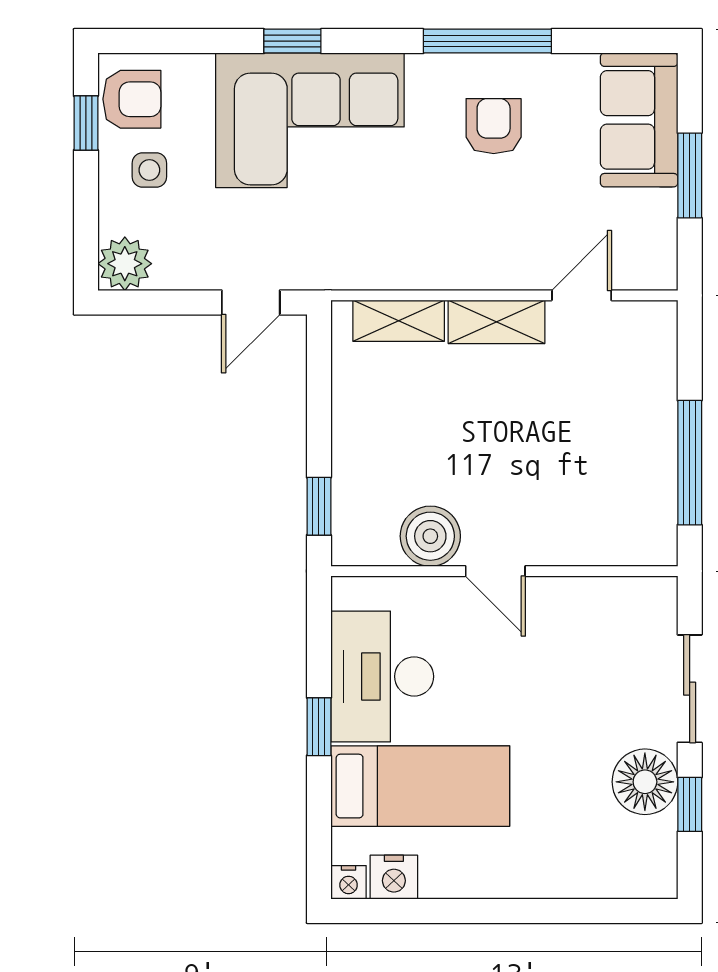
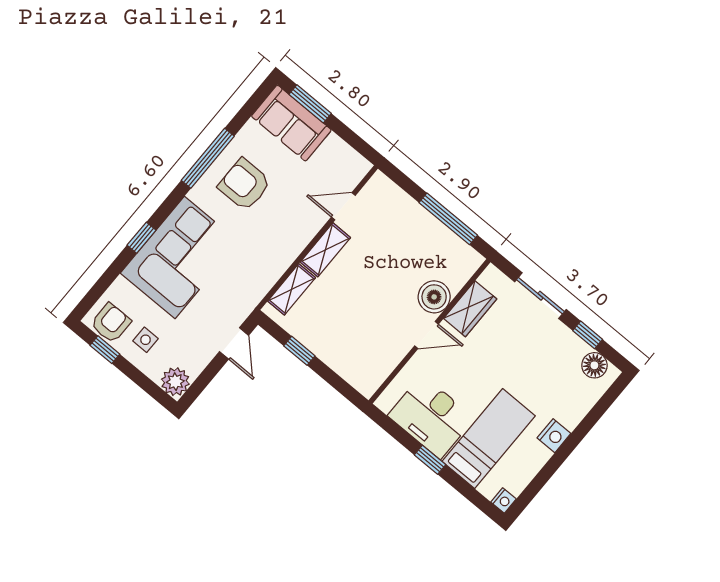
armchair: (494, 126) -> (245, 185), width x1.38, depth x1.38
window: (690, 175) -> (310, 104), moved
door: (582, 295) -> (343, 206), hinge flipped
window: (319, 506) -> (299, 351), moved
boiler: (430, 536) -> (434, 297), moved
wardrobe: (586, 603) -> (470, 309), added
floor lamp: (645, 782) -> (594, 365), moved, width x0.73, depth x0.73
nightstand: (394, 877) -> (554, 436), moved

